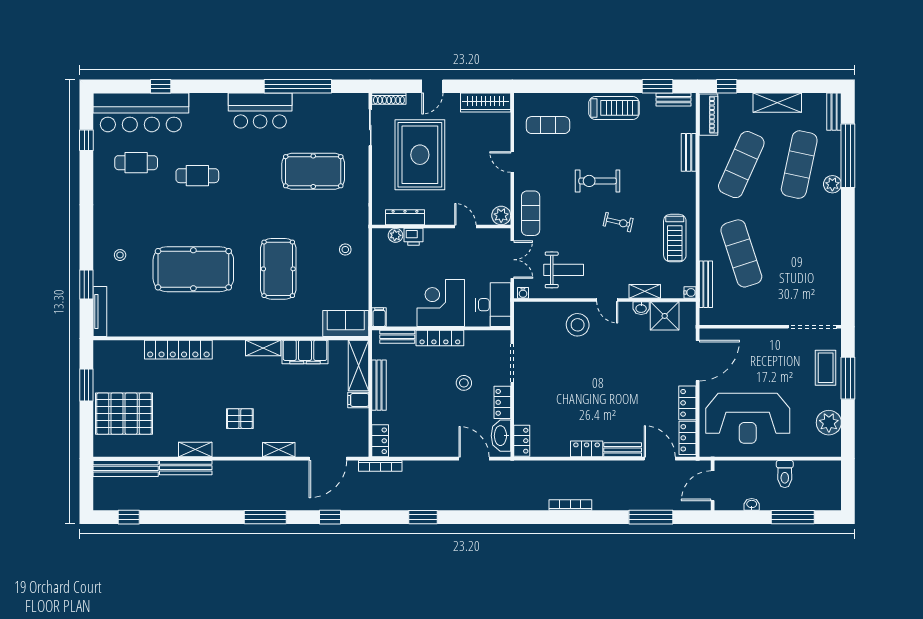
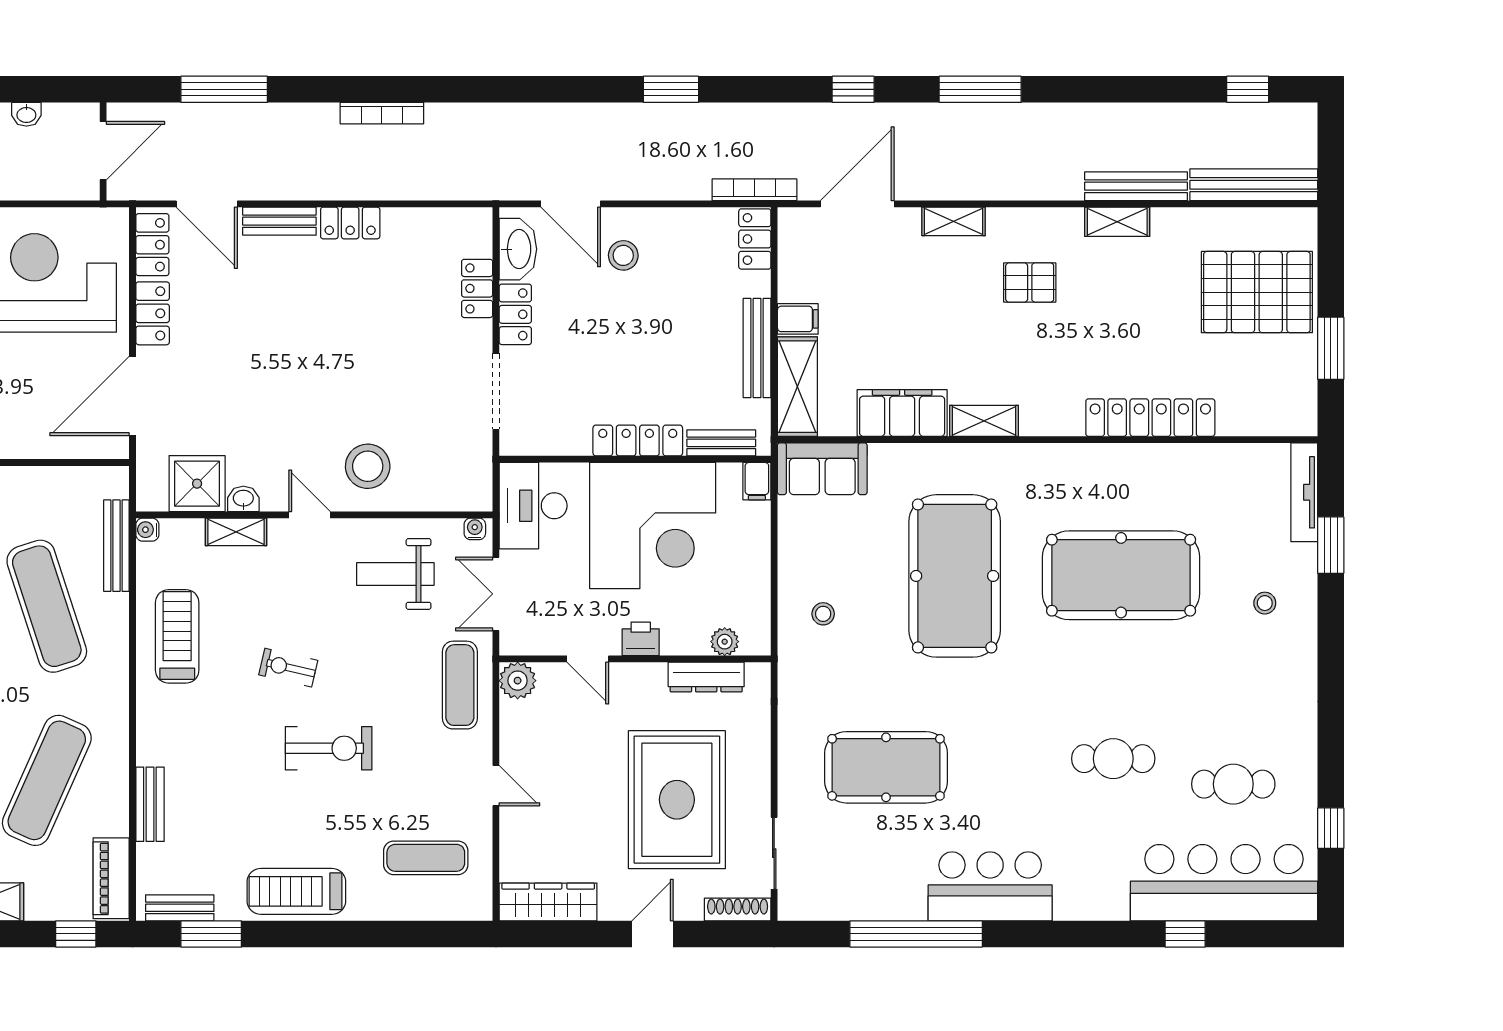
printer: (413, 237) -> (641, 639), moved
pool table: (278, 269) -> (955, 576), width x1.36, depth x1.32
corner desk: (441, 303) -> (653, 526), width x1.36, depth x1.36
stool: (464, 383) -> (623, 255), moved
locker: (522, 441) -> (477, 288), moved

